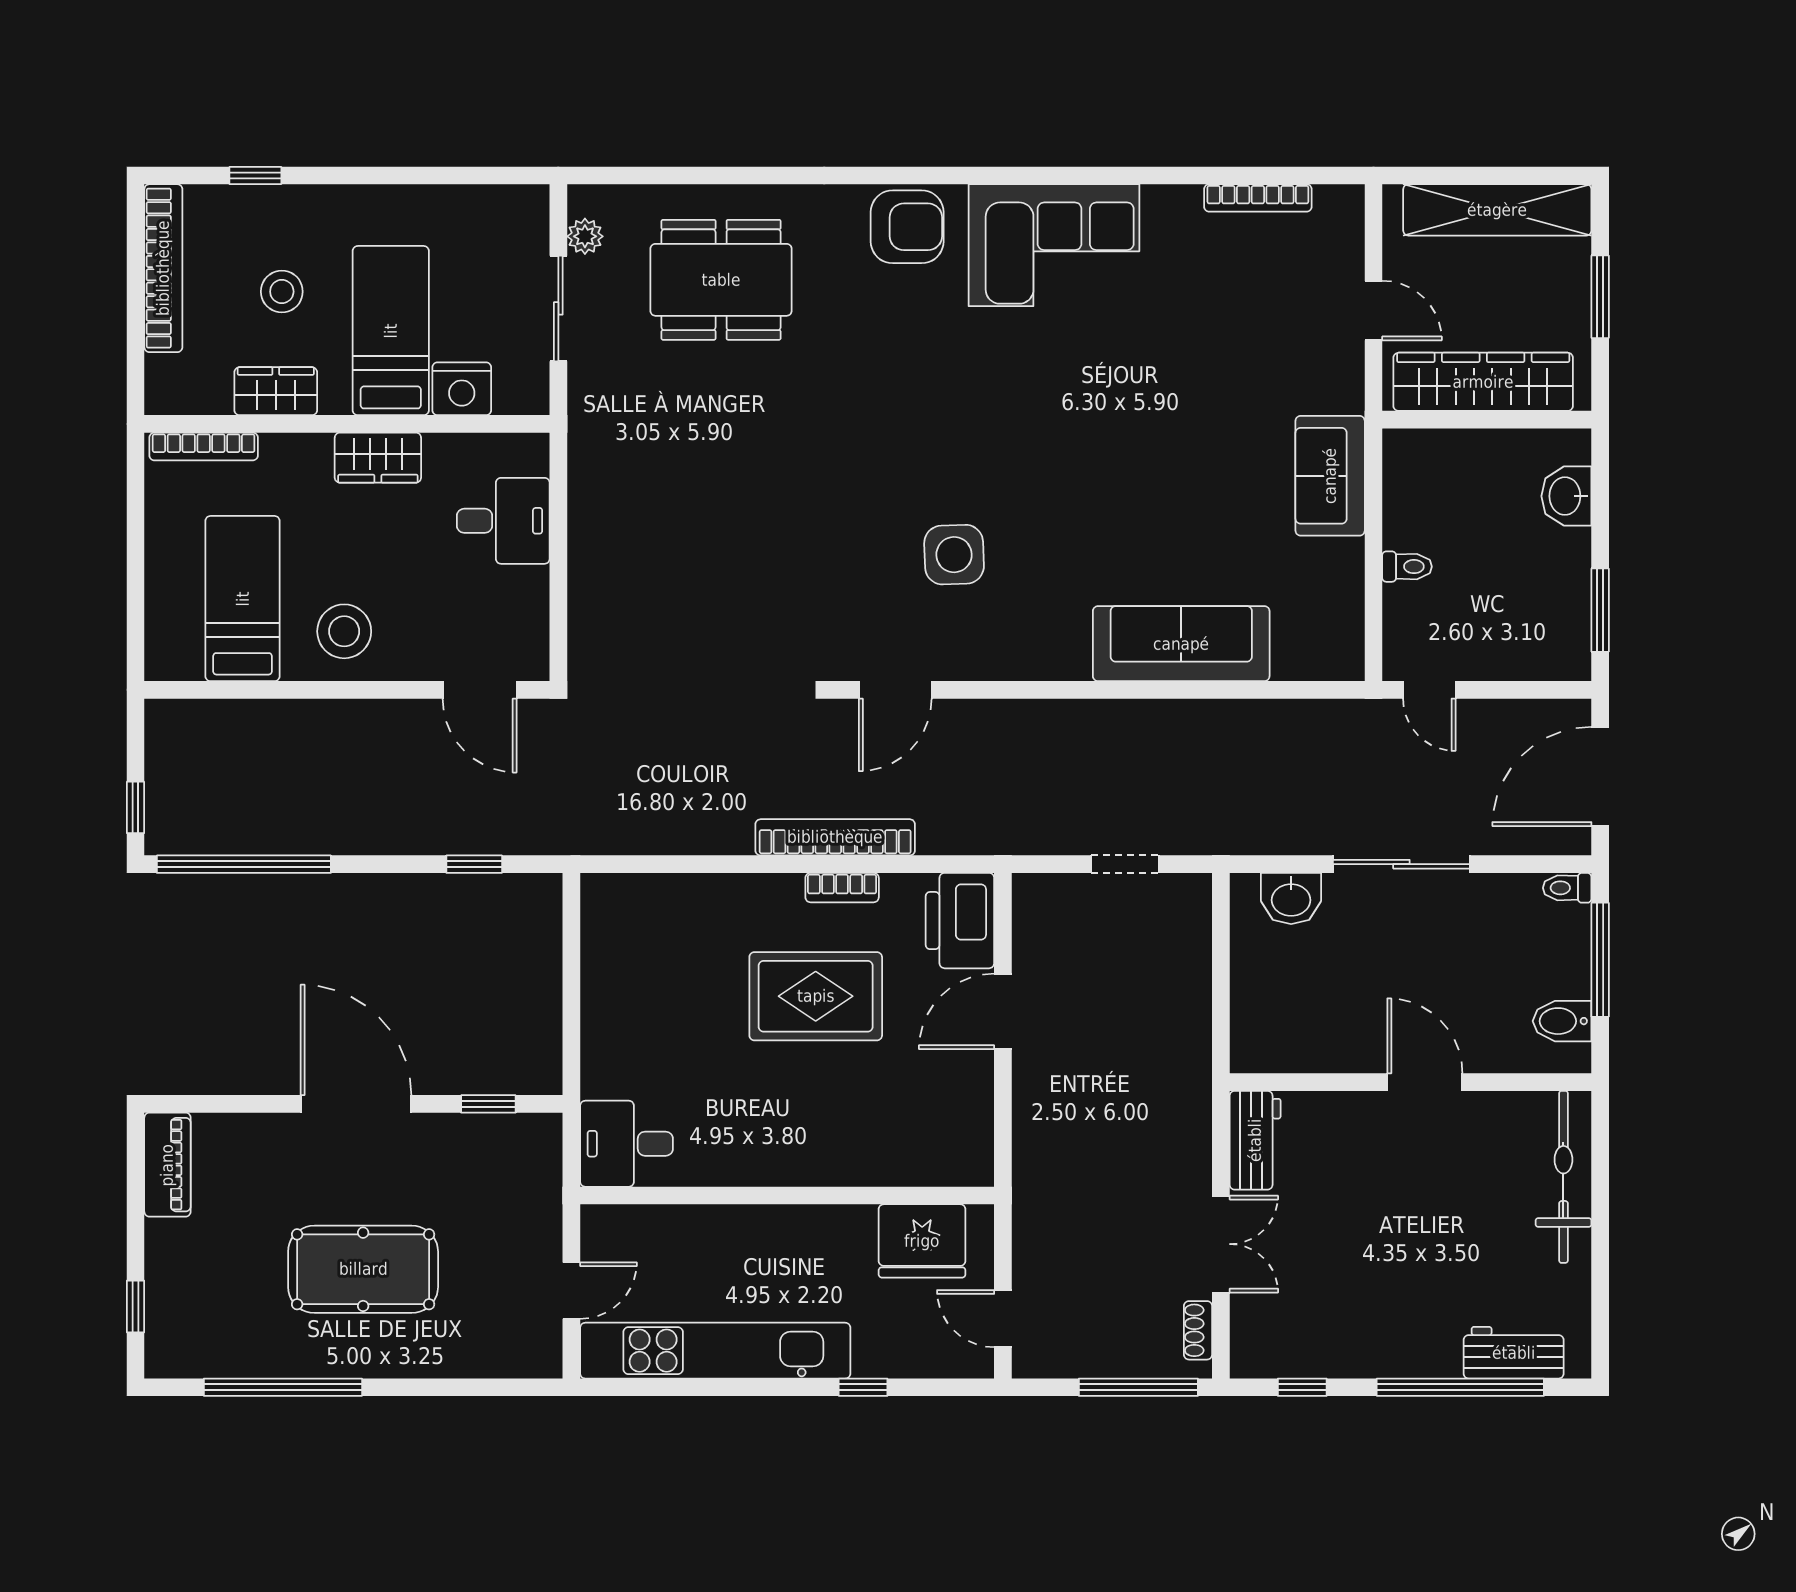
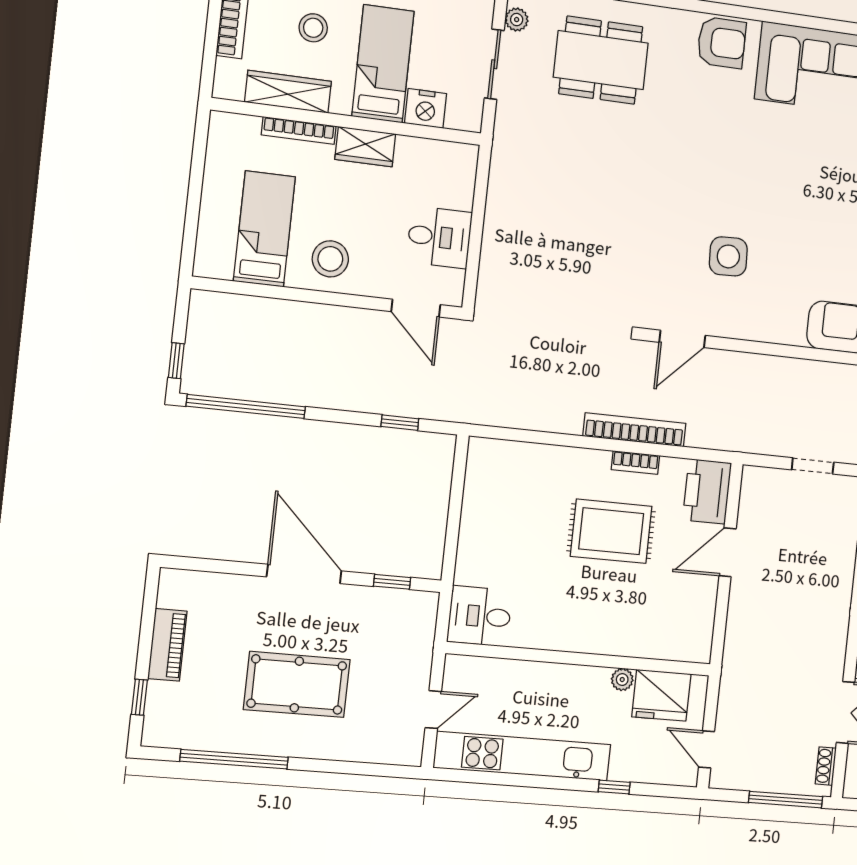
wardrobe: (276, 391) -> (288, 92), width x1.50
bookcase: (204, 447) -> (299, 130), moved
desk: (503, 521) -> (439, 237), moved
piano: (167, 1165) -> (167, 645), moved
plant: (858, 1222) -> (622, 680), added

